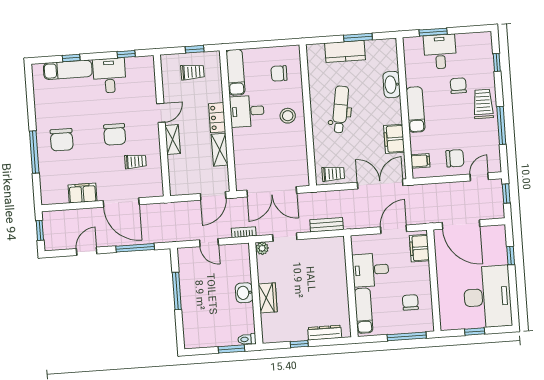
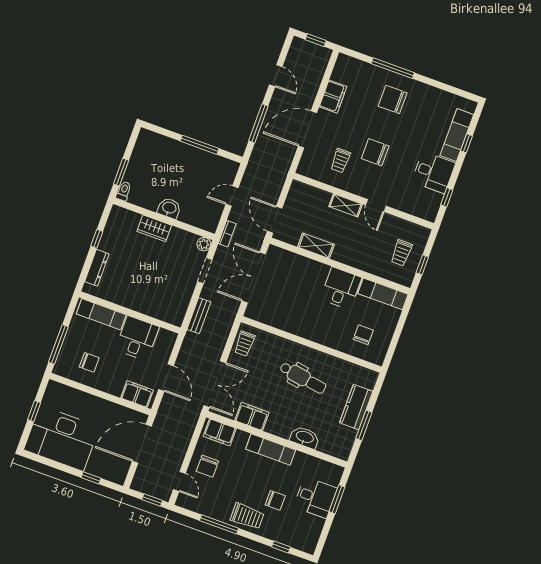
stool: (288, 116) -> (319, 325), removed
locker: (217, 118) -> (347, 257), removed
filing cabinet: (420, 161) -> (220, 432), width x2.00

